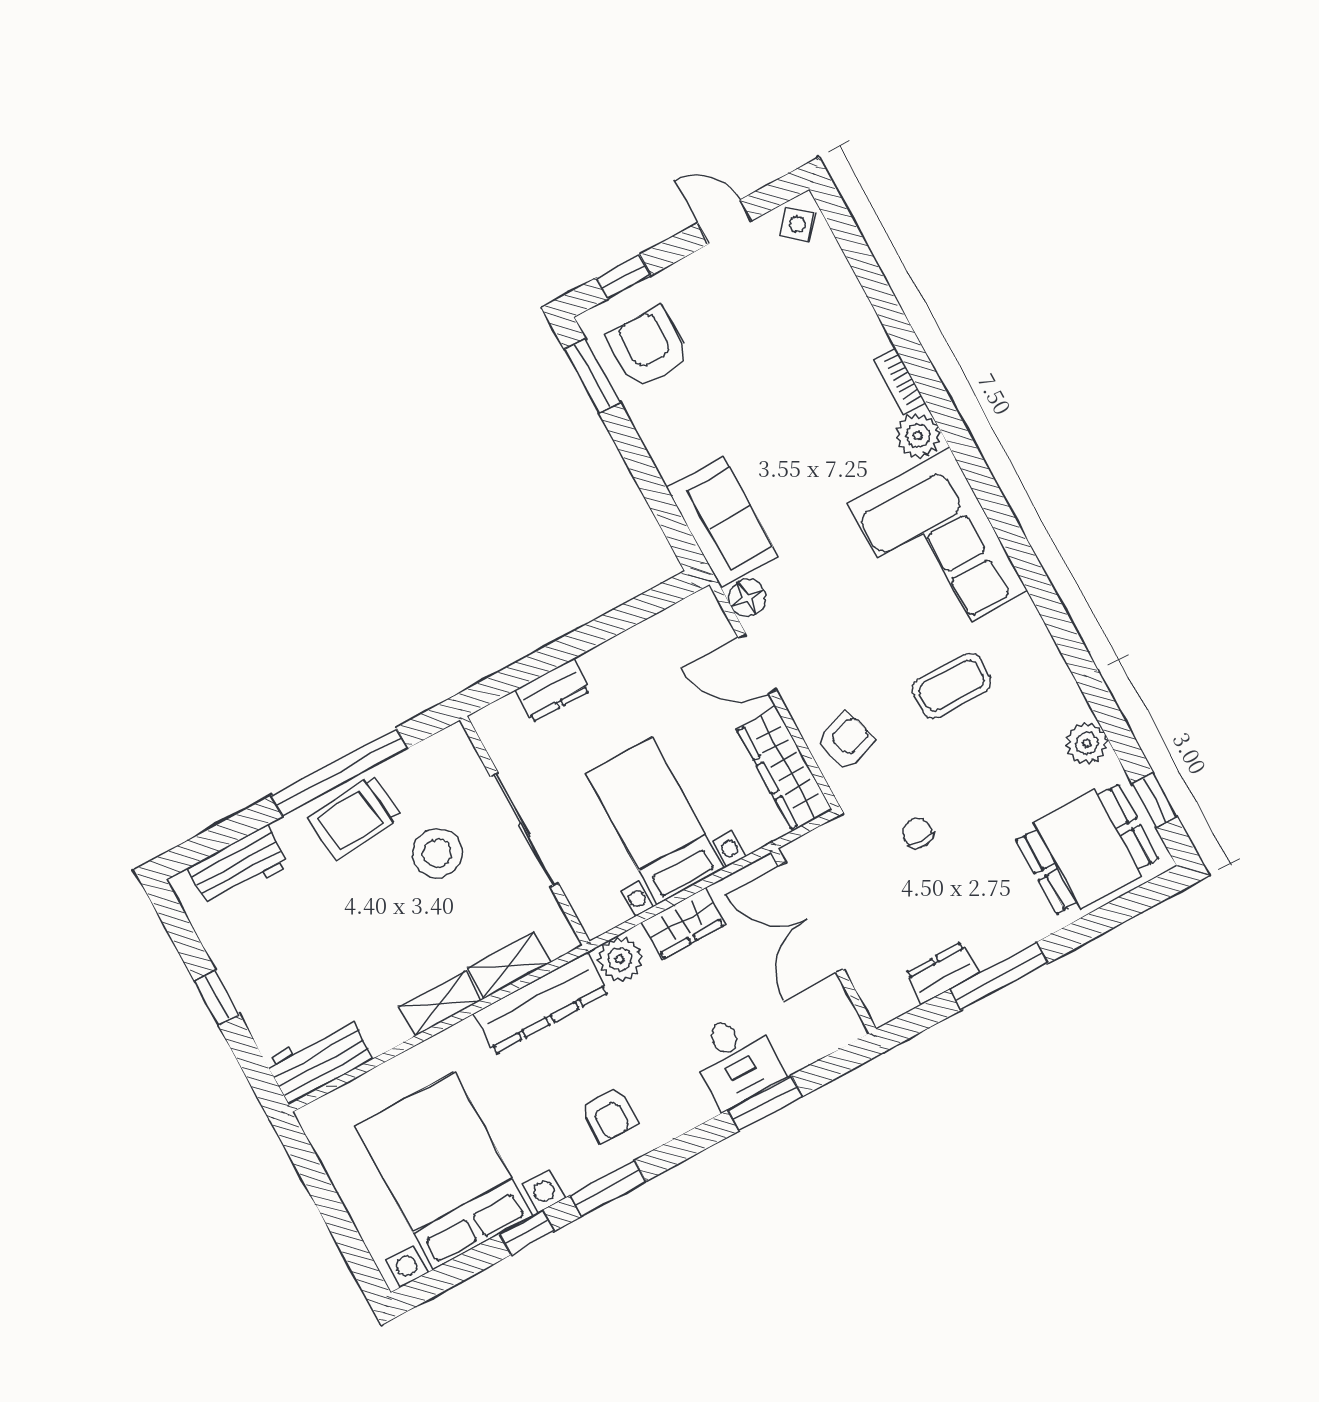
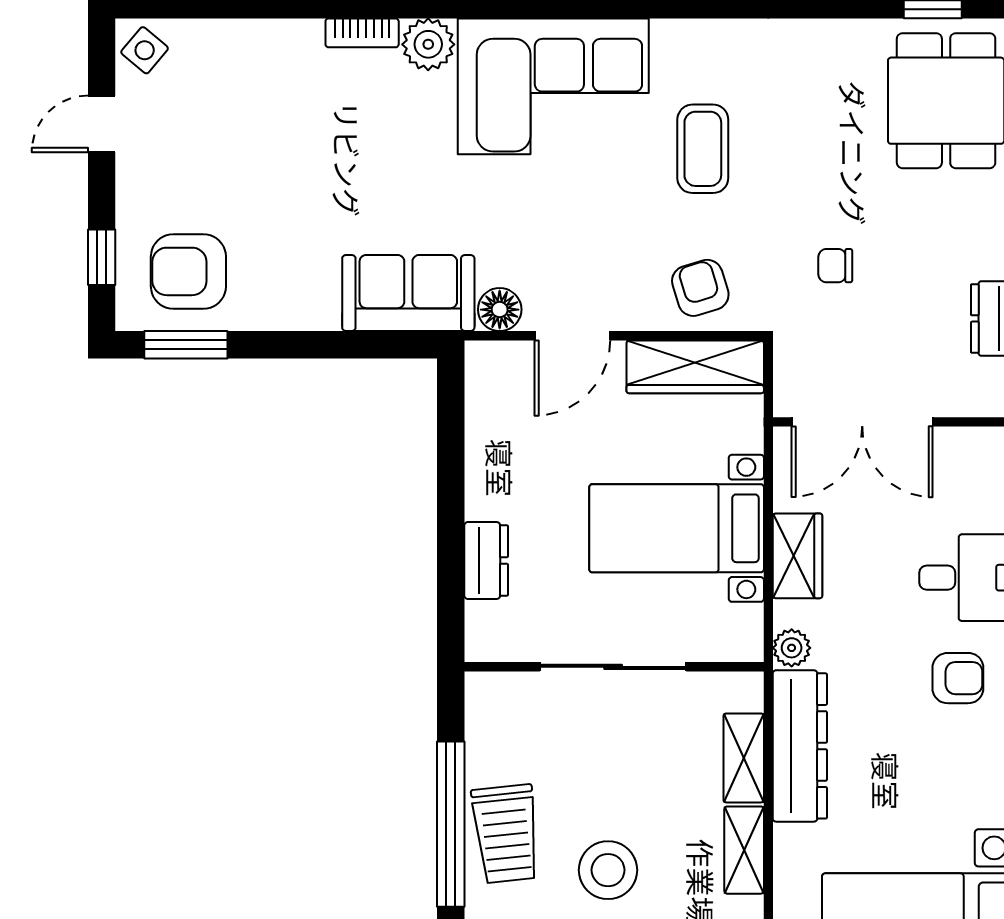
plant: (1087, 743) -> (837, 43), removed
stool: (437, 853) -> (608, 870), moved
plant: (620, 959) -> (792, 648), width x0.73, depth x0.73
armchair: (609, 1115) -> (958, 678), moved

